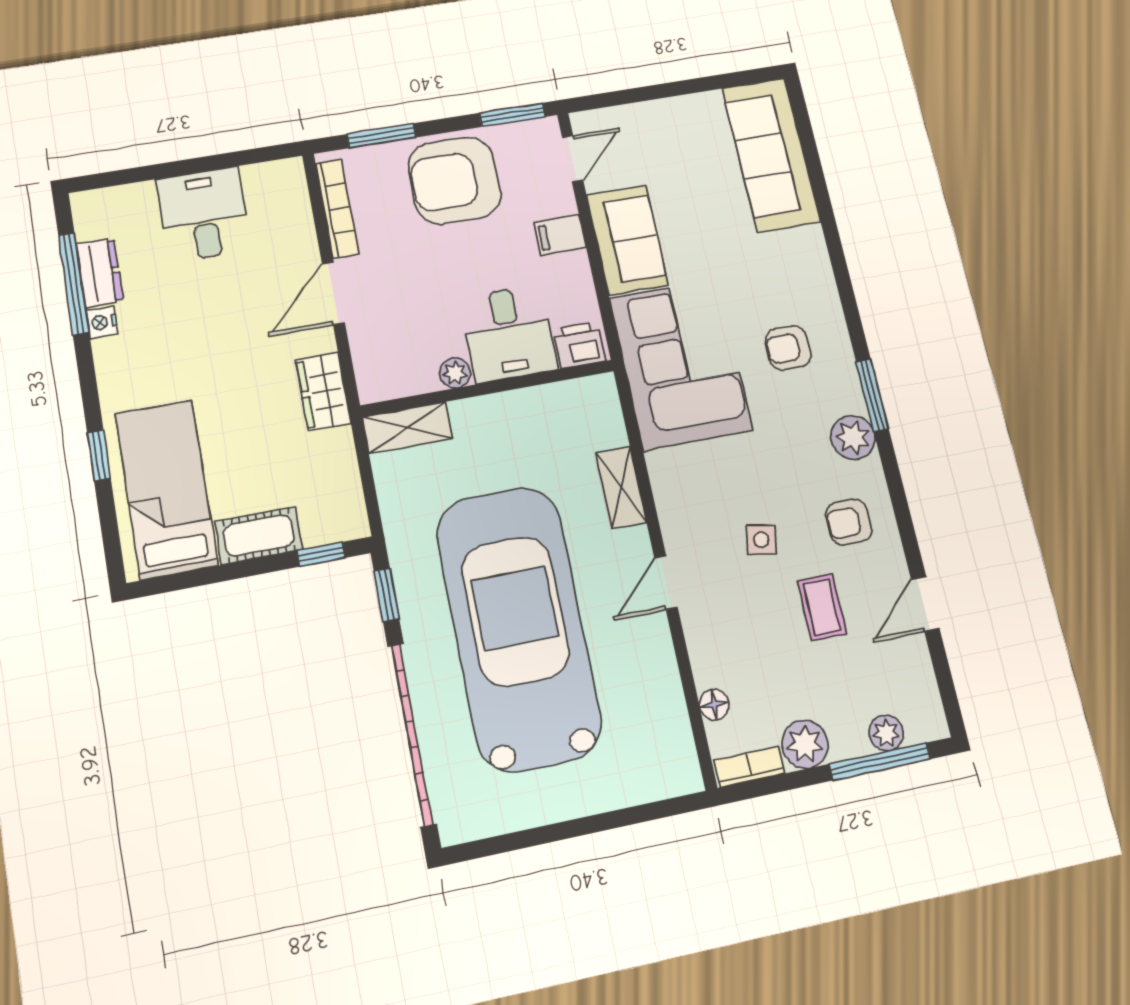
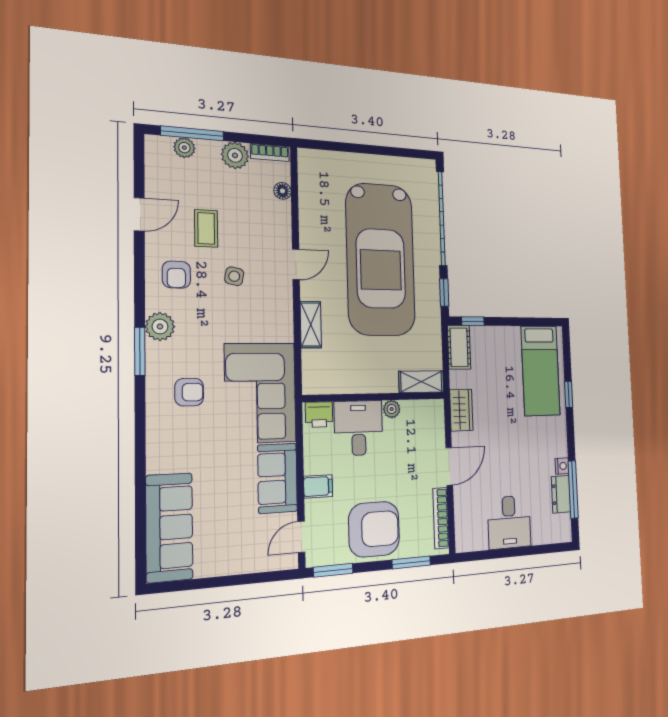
armchair: (849, 522) -> (176, 275), turned 90
cot: (259, 536) -> (459, 347), moved, turned 90

